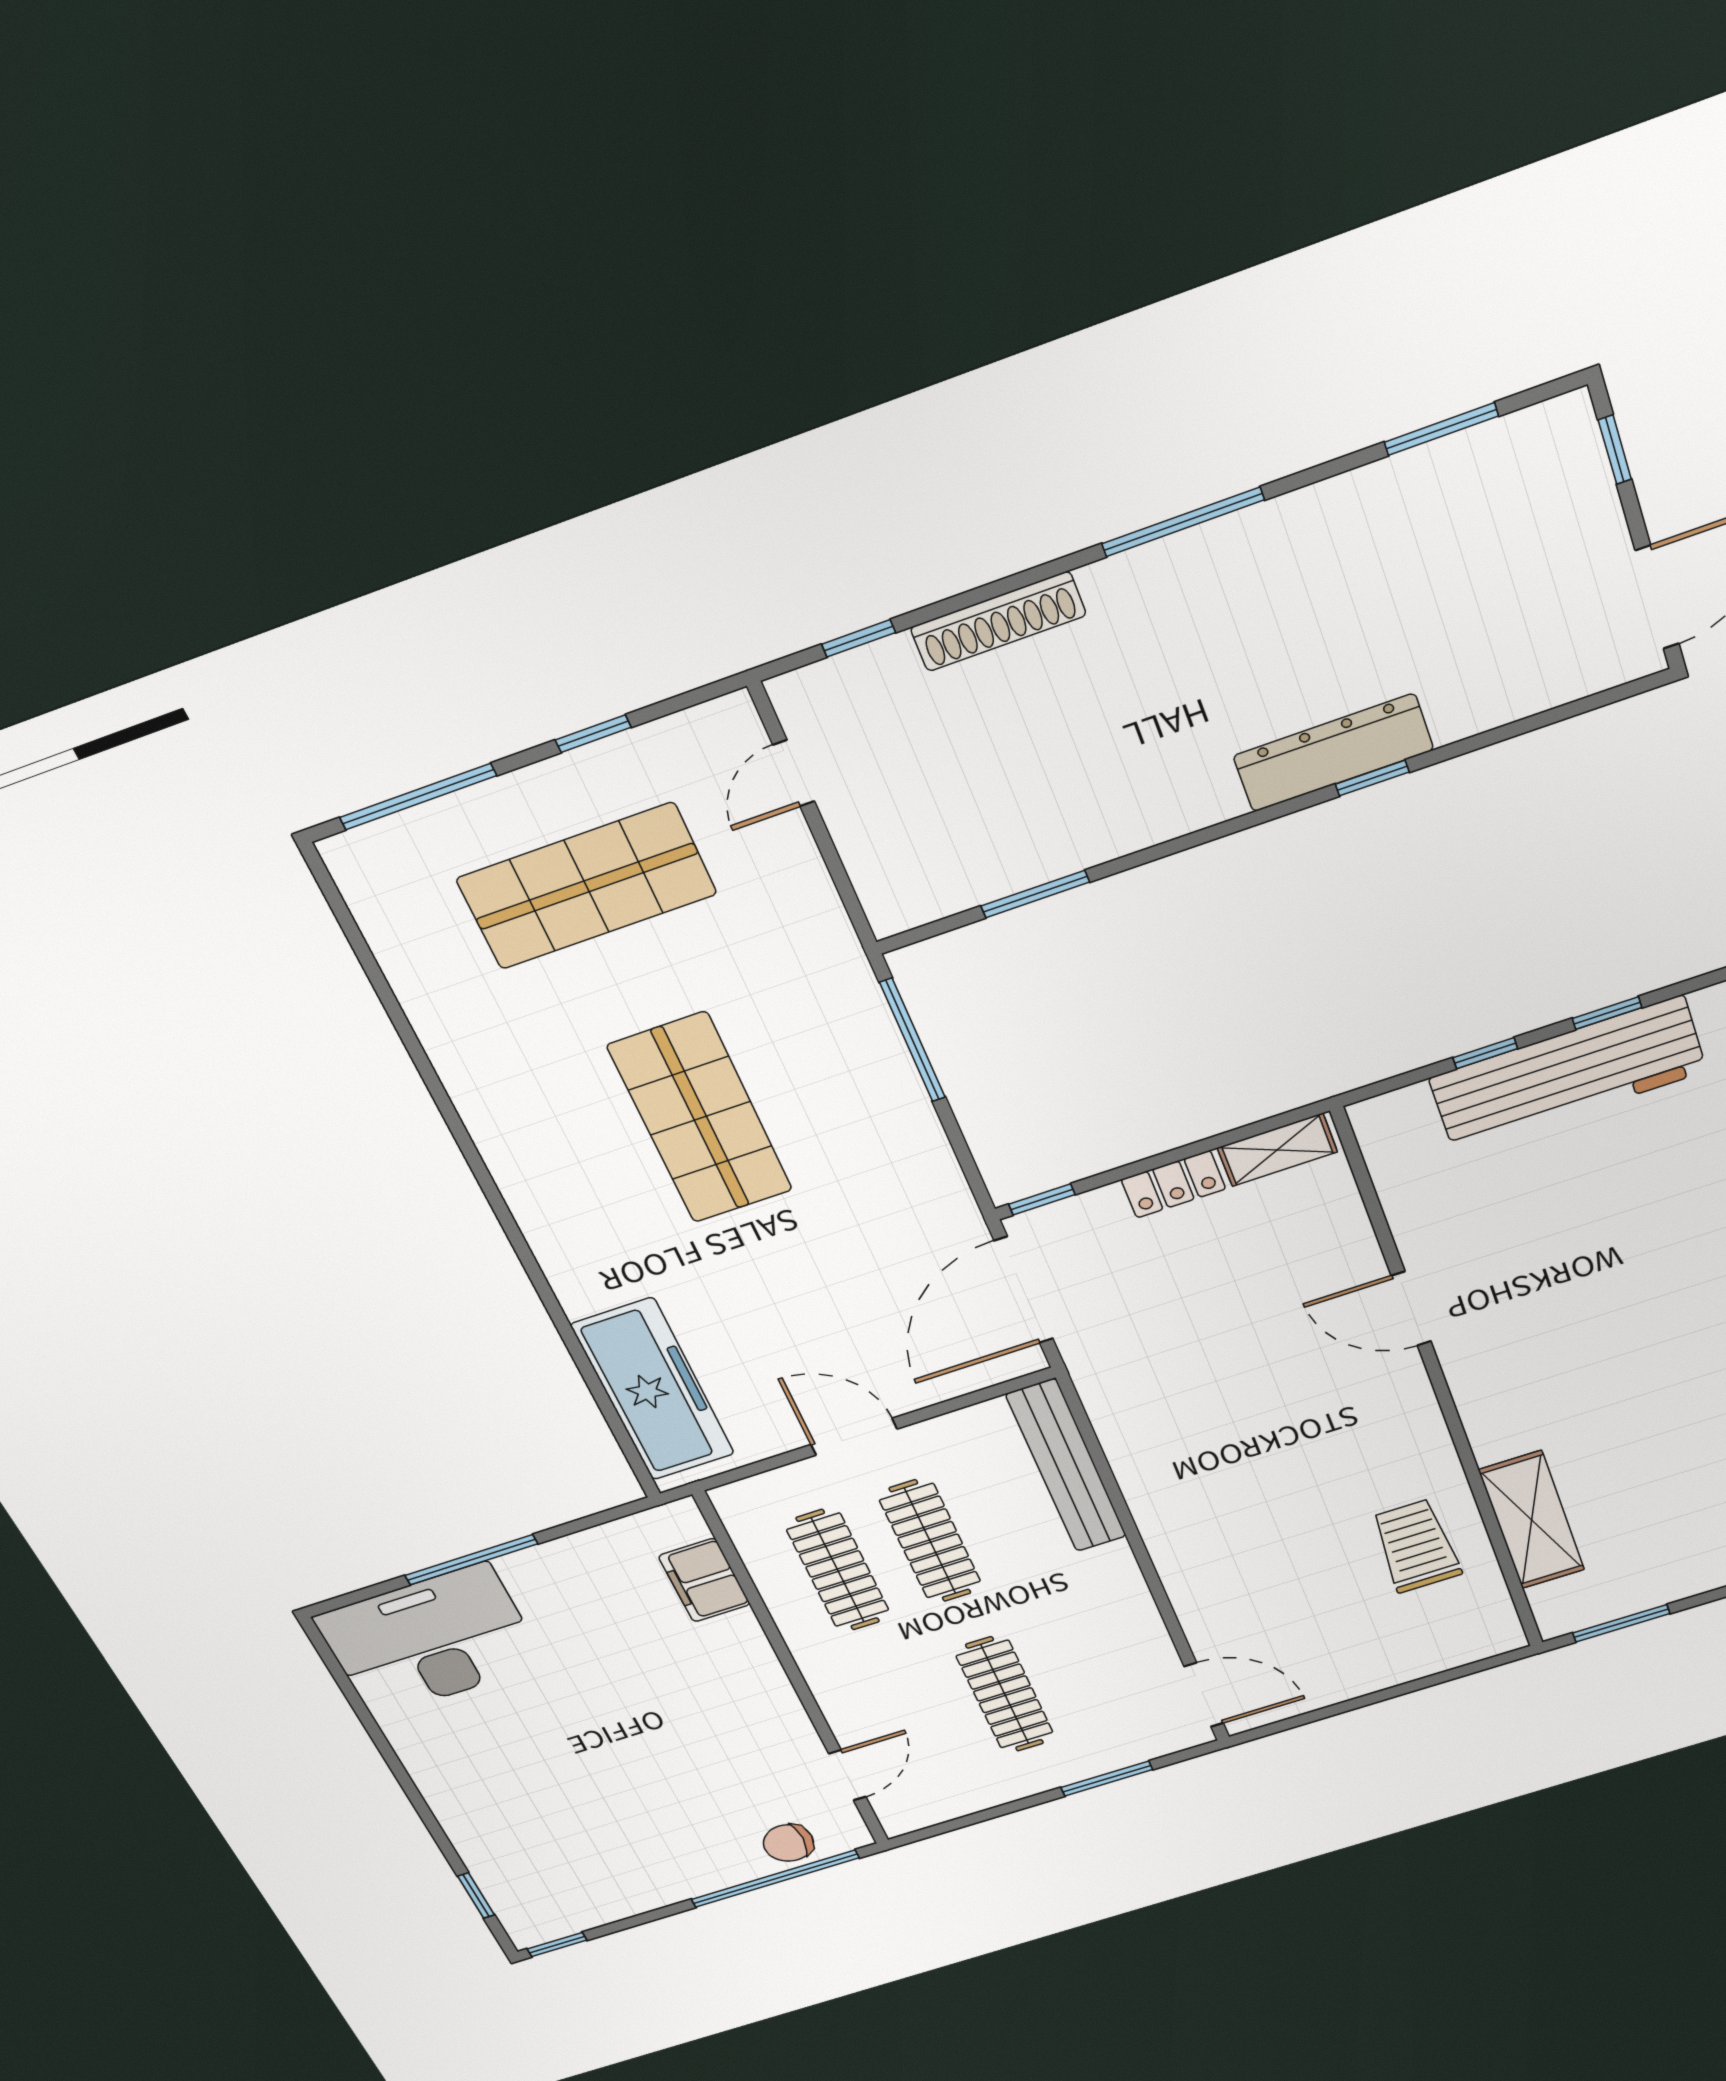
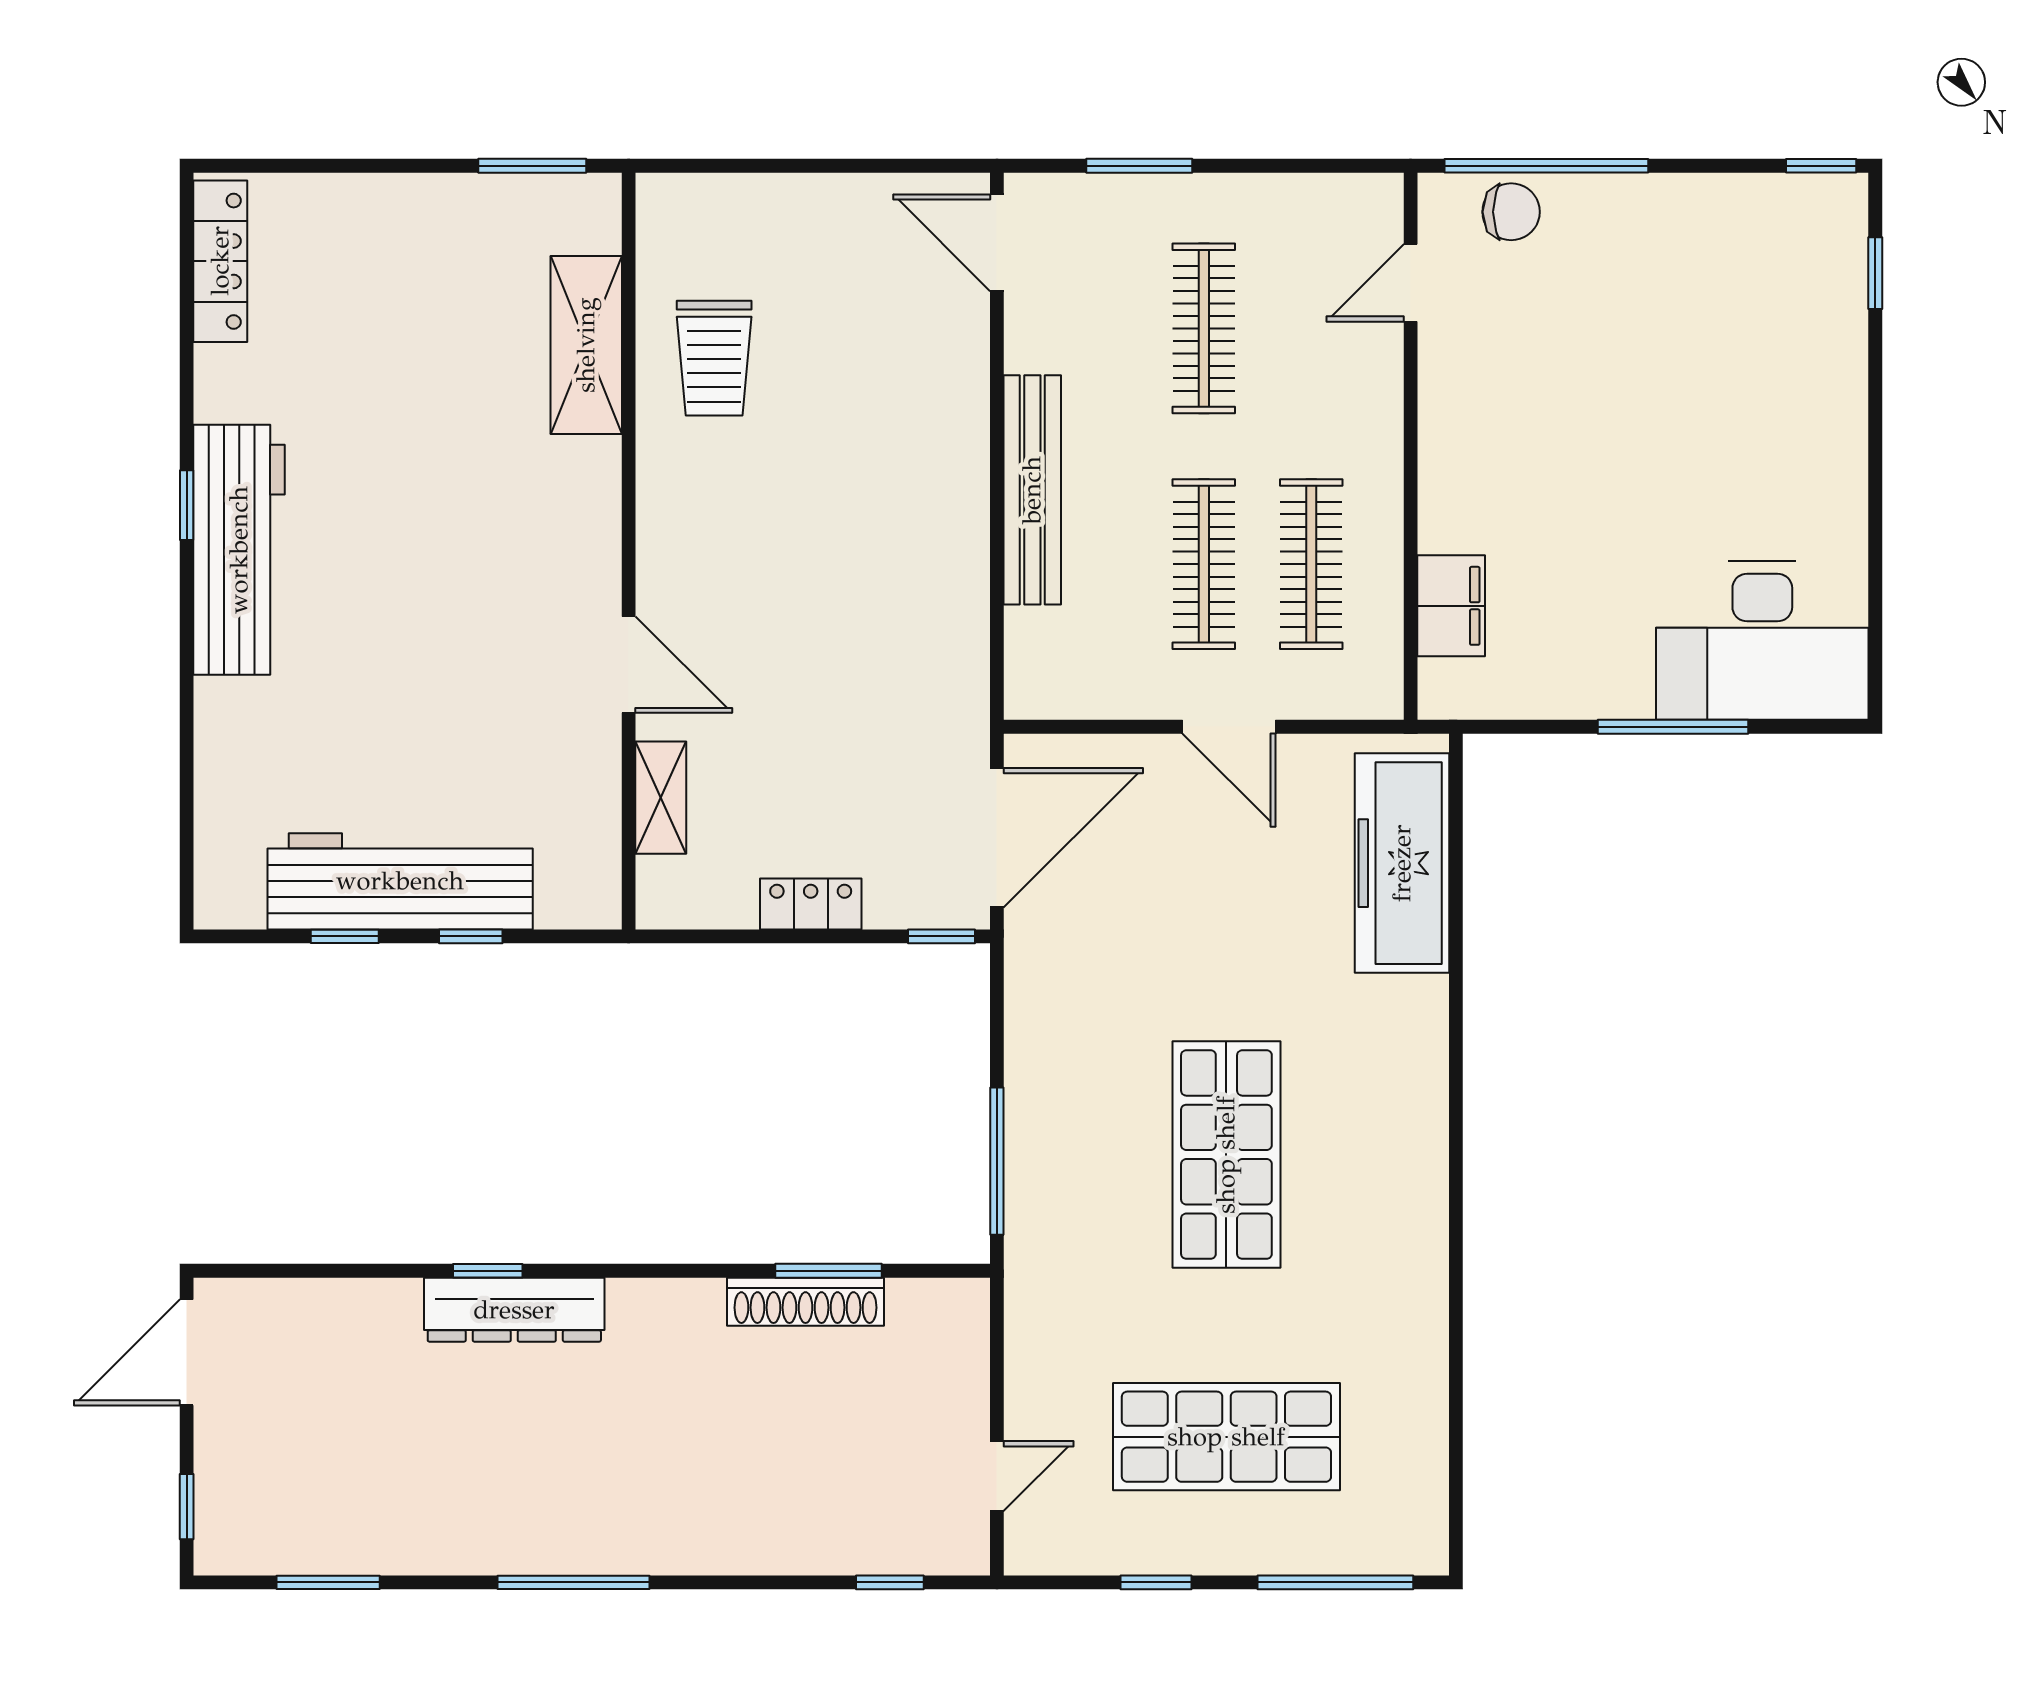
shoe rack: (998, 621) -> (806, 1302), moved, turned 180
shelving: (1277, 1150) -> (661, 798), moved, turned 90
bench: (1066, 1466) -> (1032, 490), moved

